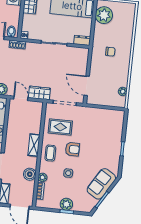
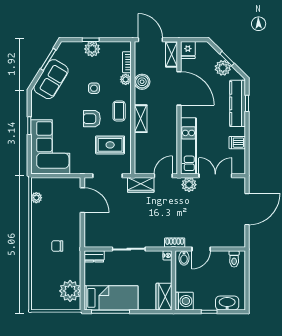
door: (21, 98) -> (163, 176), swing flipped
corner sofa: (108, 131) -> (50, 147), added

